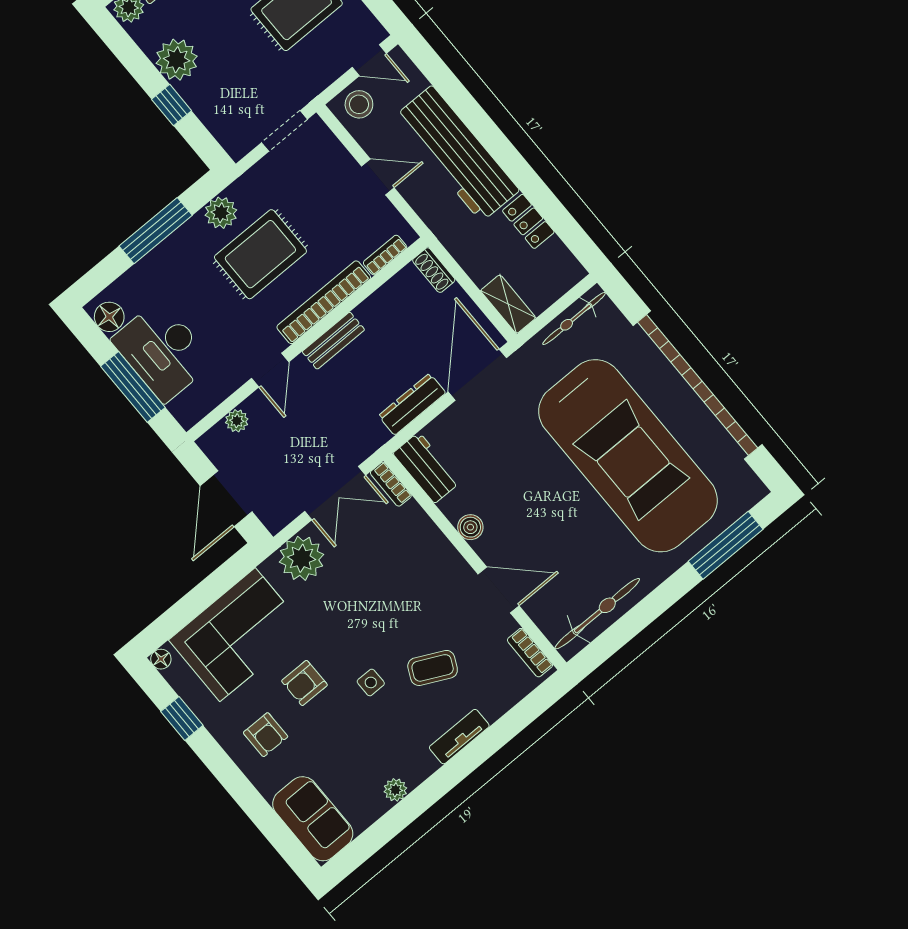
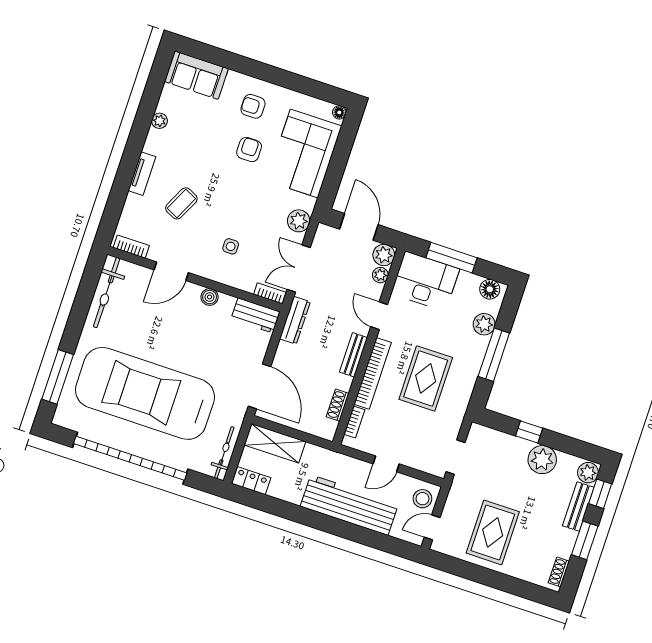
plant: (221, 213) -> (484, 324), moved
locker: (528, 221) -> (251, 481), moved
shoe rack: (434, 270) -> (338, 405), moved, turned -90
shelving: (508, 304) -> (275, 443), width x1.50, depth x1.33
desk: (162, 351) -> (425, 281), moved
dresser: (412, 404) -> (295, 320), moved
plant: (217, 444) -> (384, 255), added
plant: (302, 558) -> (299, 221), width x0.73, depth x0.73
side table: (371, 682) -> (231, 246), moved
window: (182, 718) -> (306, 86), removed

